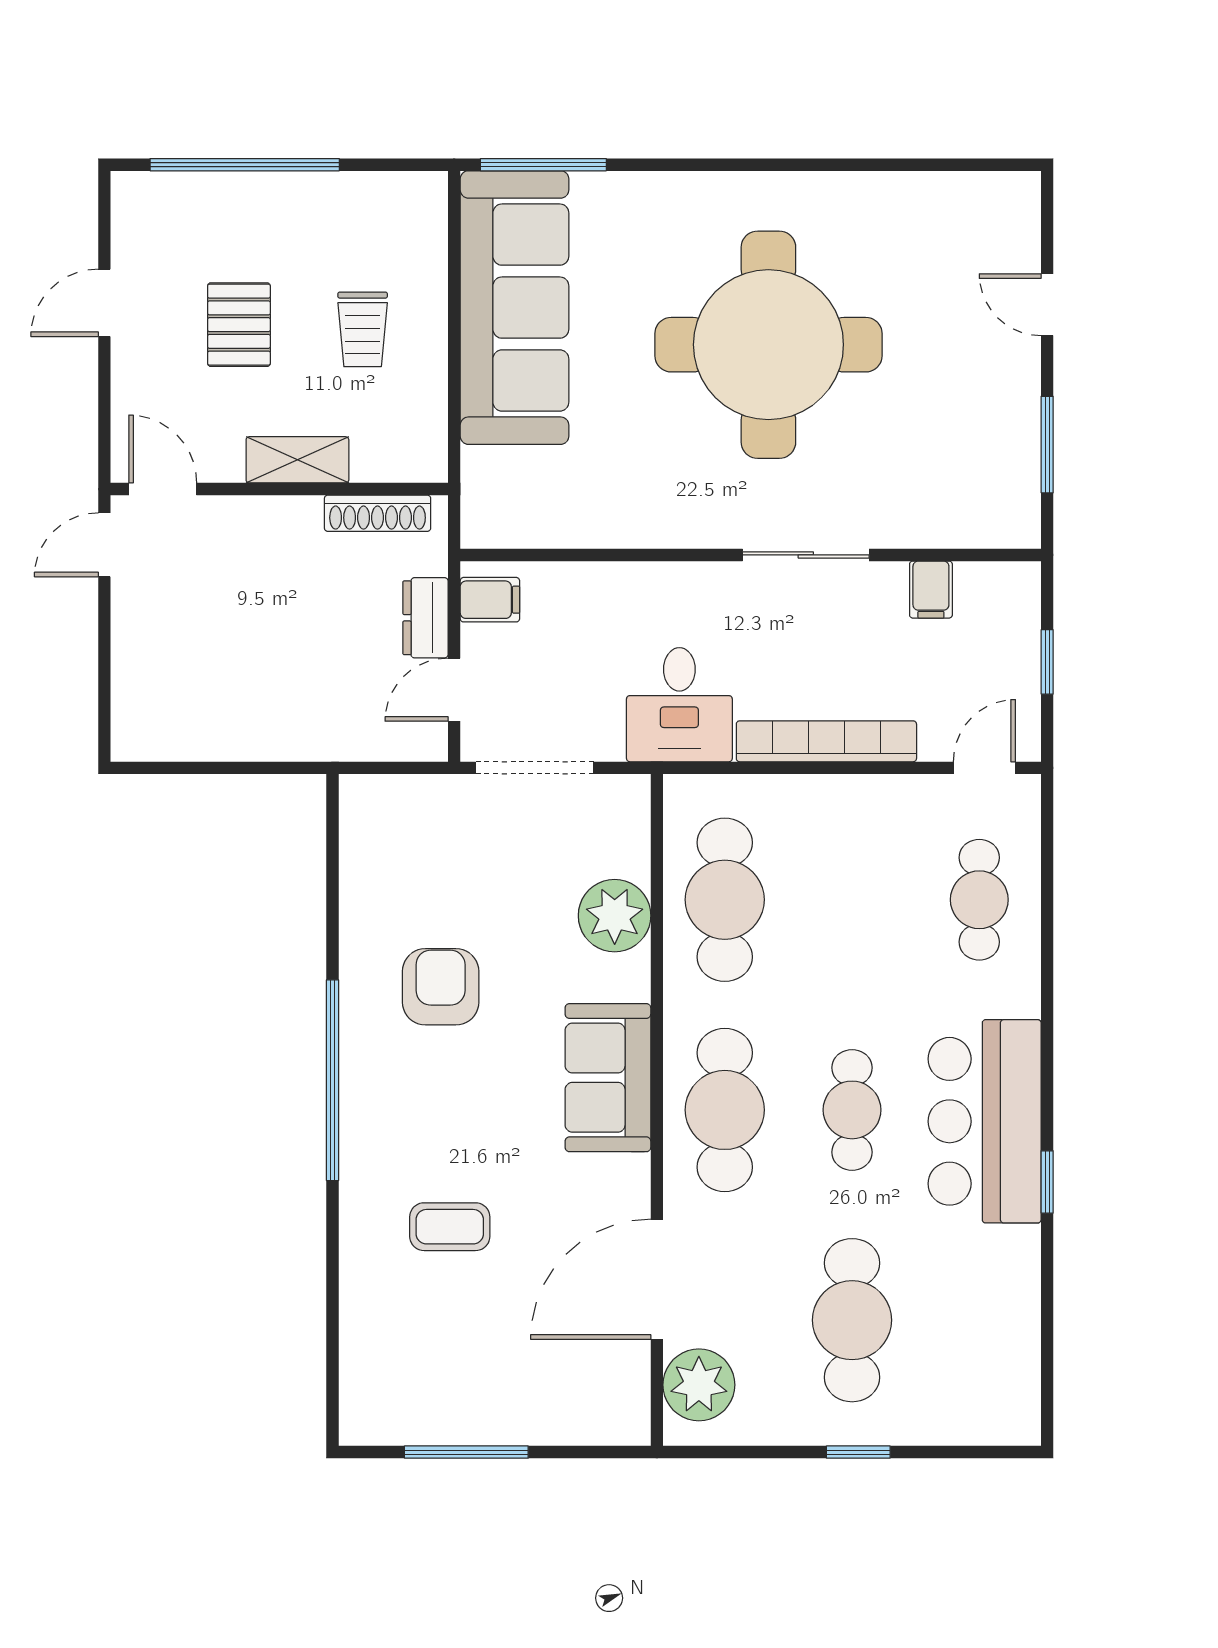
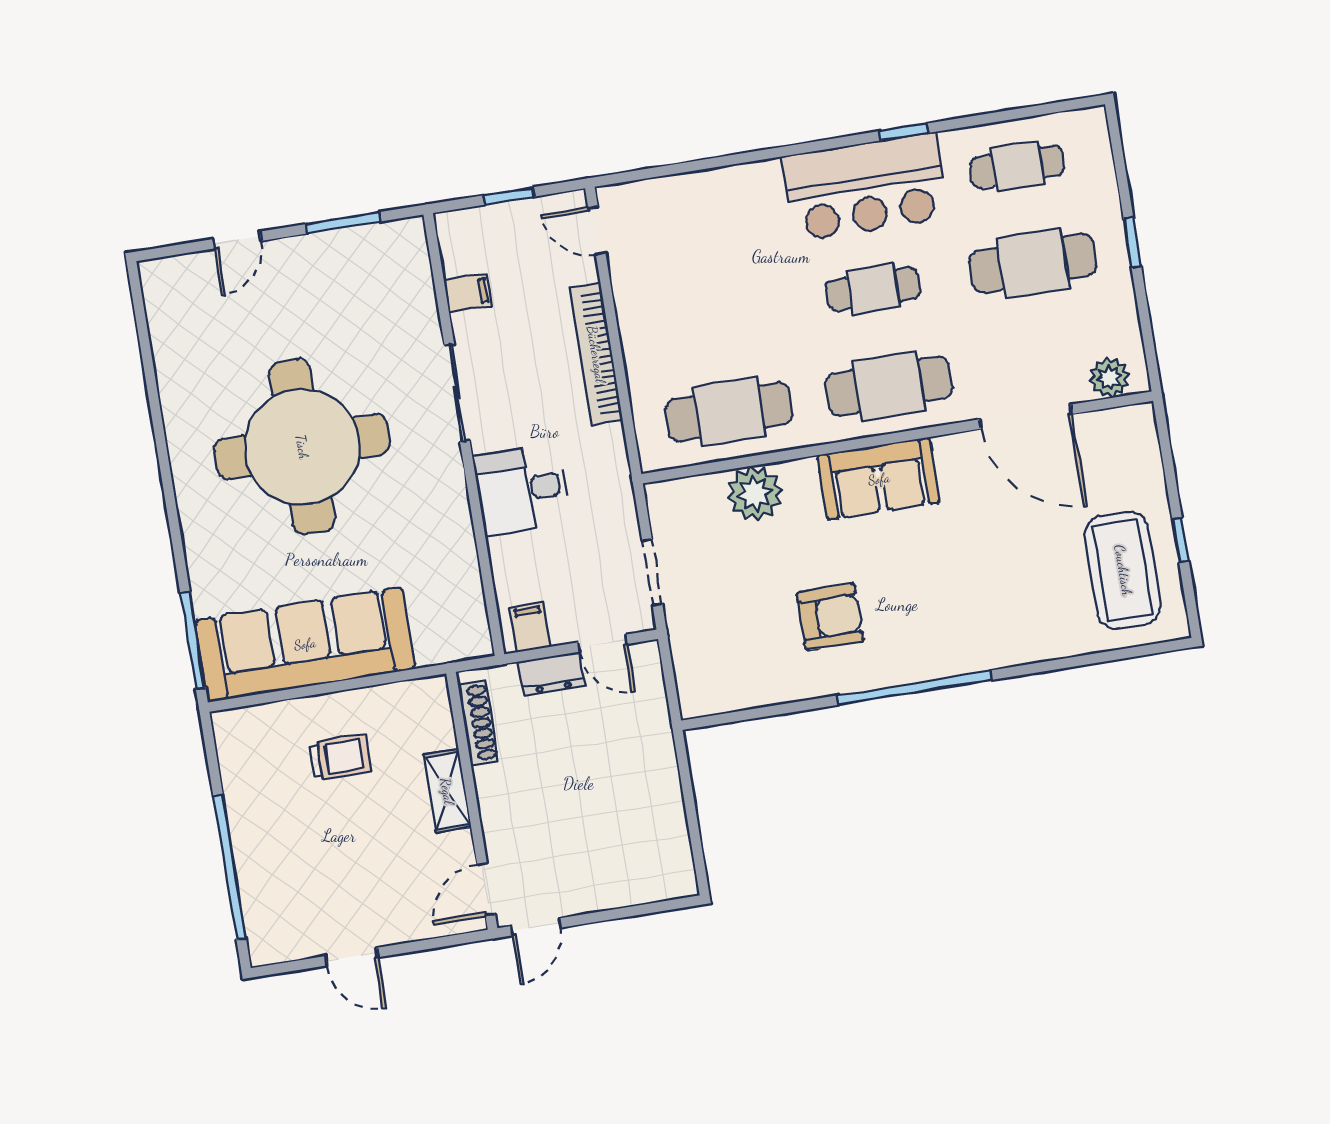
pallet: (239, 325) -> (352, 852), removed
door: (104, 545) -> (536, 927), hinge flipped
desk: (679, 705) -> (522, 489), moved, turned 180
doorway: (535, 768) -> (652, 572), width x0.73
cafe table: (979, 900) -> (1017, 167), moved
armchair: (441, 987) -> (830, 617), turned 180
coffee table: (450, 1227) -> (1123, 570), moved, width x1.86, depth x1.72
plant: (699, 1385) -> (1109, 378), width x0.73, depth x0.73
window: (466, 1452) -> (1181, 540), width x0.46

